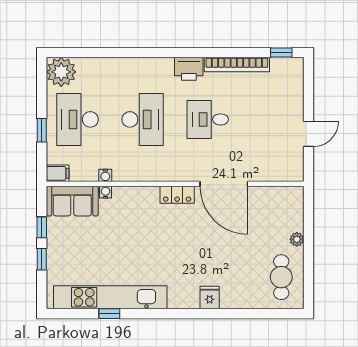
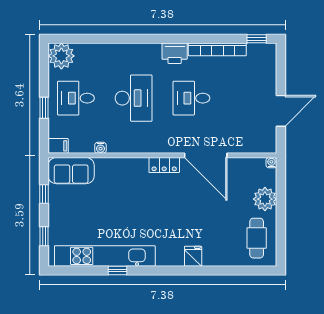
desk: (78, 119) -> (76, 98), width x0.73
door: (309, 134) -> (281, 111), width x1.38
water cooler: (106, 192) -> (271, 163), moved
plant: (297, 239) -> (265, 199), width x1.87, depth x1.87
window: (42, 259) -> (44, 236), moved
window: (109, 314) -> (117, 270), moved

